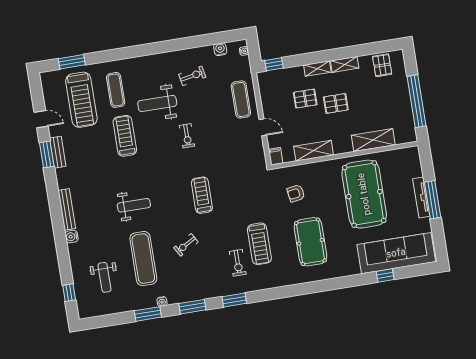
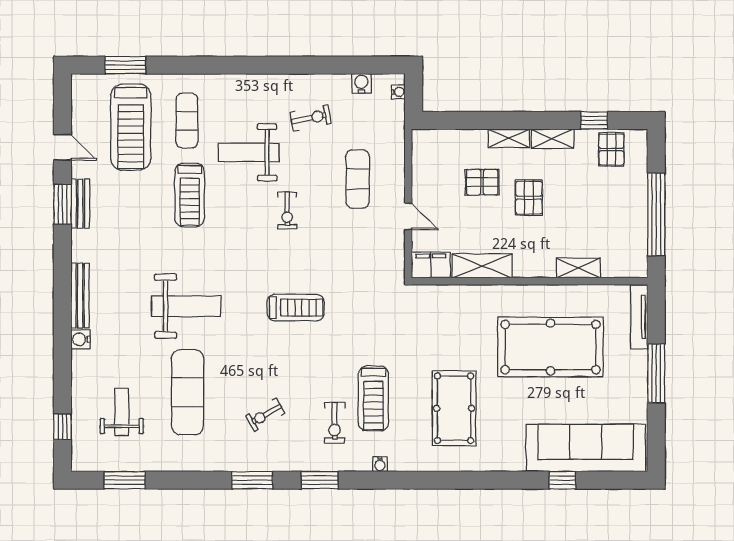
window: (274, 64) -> (594, 120), moved
exercise mat: (241, 99) -> (358, 179), moved
pallet: (336, 103) -> (529, 198), turned 90
treadmill: (125, 136) -> (190, 195), turned 180
shelving: (373, 140) -> (578, 268), width x0.67, depth x0.75
filing cabinet: (276, 156) -> (431, 265), width x2.00
armchair: (296, 193) -> (443, 328), removed
pool table: (364, 194) -> (551, 347), turned 90
treadmill: (202, 195) -> (296, 308), turned 90
tv unit: (421, 197) -> (639, 317), moved
weight bench: (134, 205) -> (186, 306), width x1.36, depth x1.33
exercise bike: (186, 245) -> (265, 415), moved
weight bench: (105, 277) -> (122, 412), turned 180
water cooler: (162, 302) -> (380, 464), moved
window: (148, 314) -> (125, 480), moved

